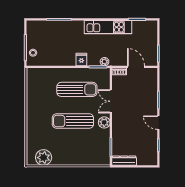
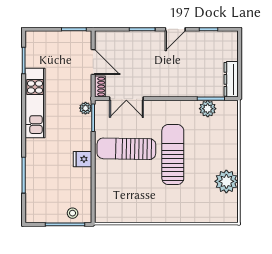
fridge: (81, 59) -> (82, 159), moved
door: (136, 67) -> (93, 62), swing flipped
sun lounger: (77, 89) -> (126, 149), turned -89
double door: (111, 101) -> (126, 99), moved
sun lounger: (73, 121) -> (173, 155), turned 180
plant: (104, 122) -> (208, 109), moved
plant: (44, 158) -> (226, 181), moved

